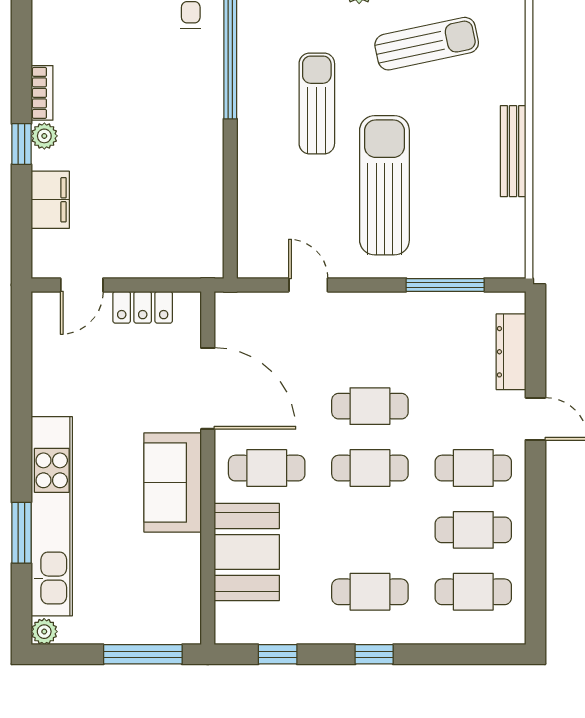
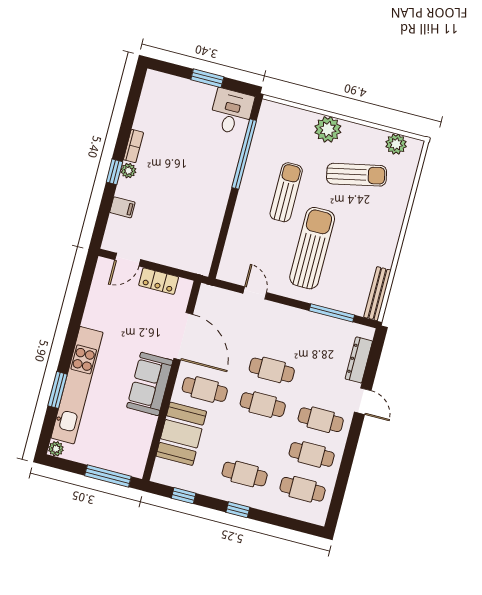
bench: (513, 151) -> (377, 294), moved
filing cabinet: (50, 200) -> (122, 207), width x0.50

